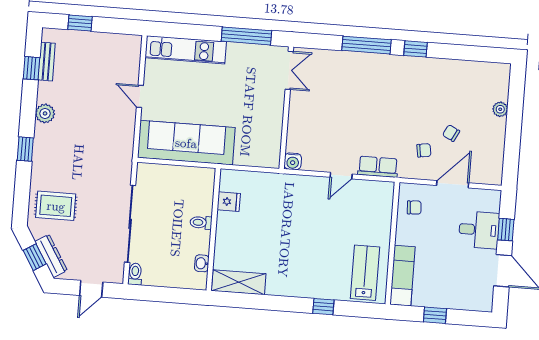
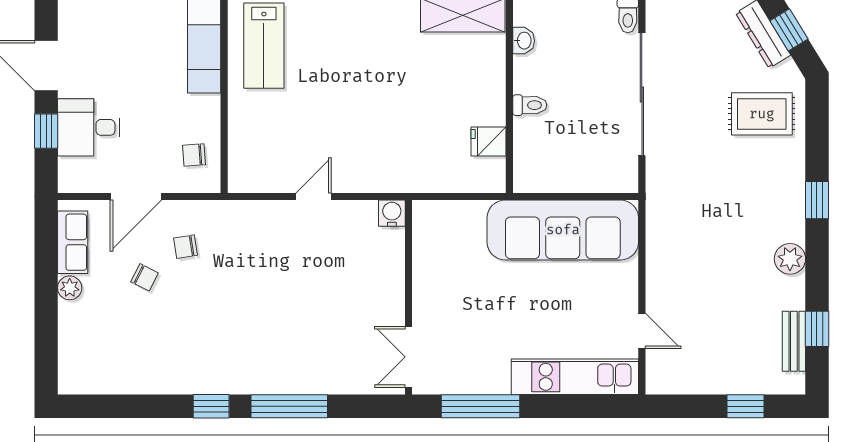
door: (140, 96) -> (642, 331), moved
plant: (500, 109) -> (70, 288), moved
row of seats: (378, 167) -> (73, 242), moved, turned -90

